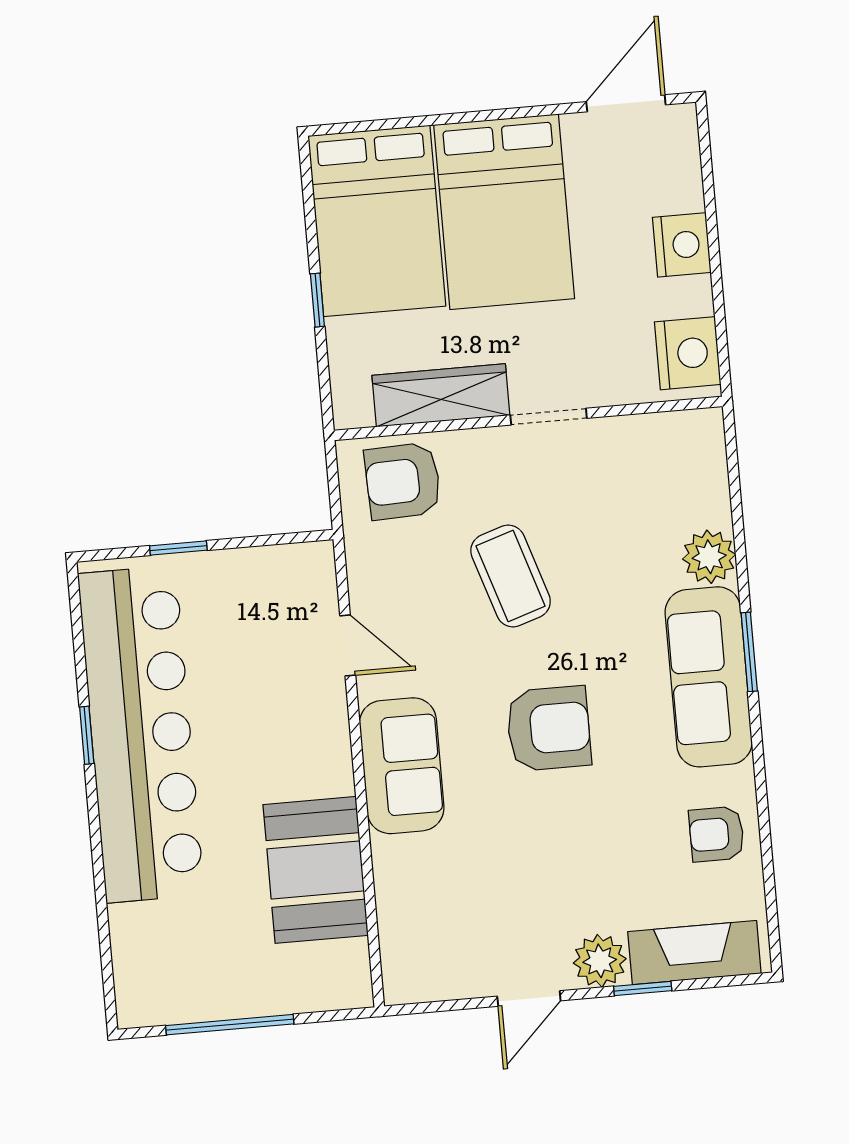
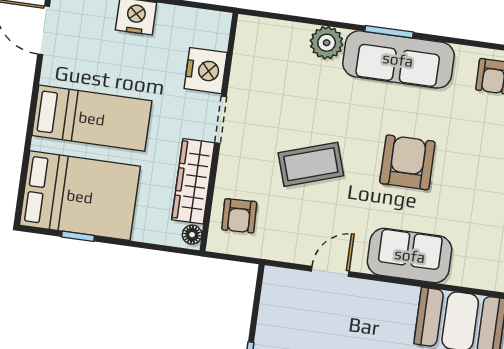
bed: (504, 212) -> (92, 118), width x0.67
window: (317, 300) -> (78, 236), moved
nightstand: (688, 353) -> (206, 71), moved, turned 90
floor lamp: (356, 413) -> (192, 235), added
armchair: (403, 481) -> (239, 216), width x0.72, depth x0.72

